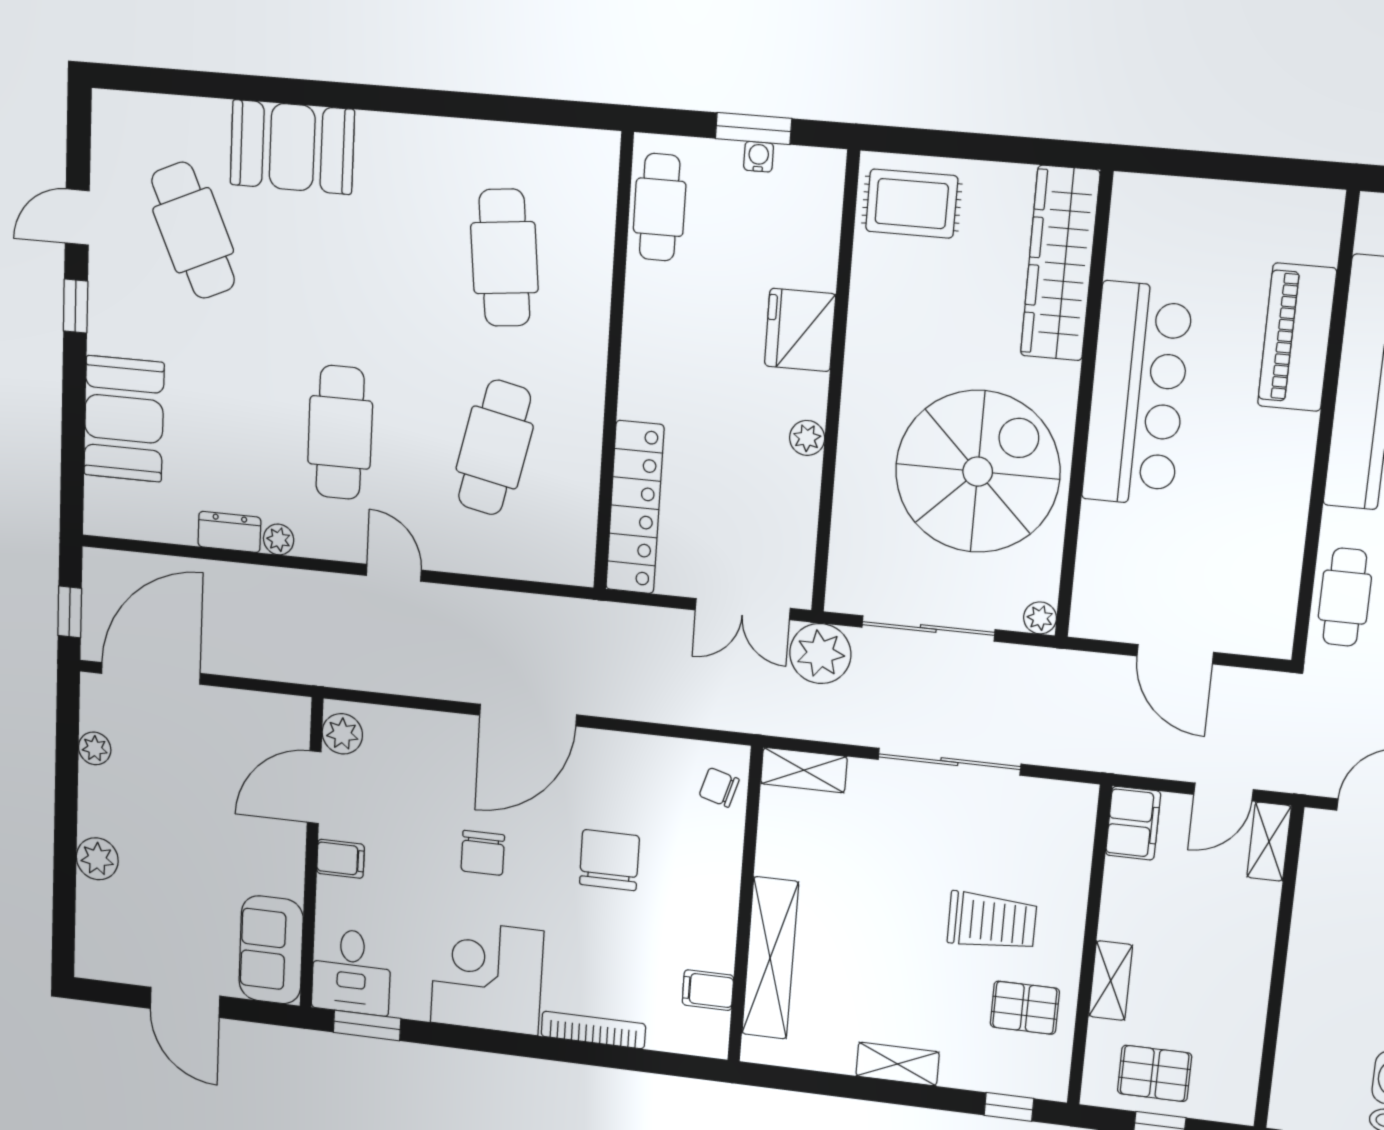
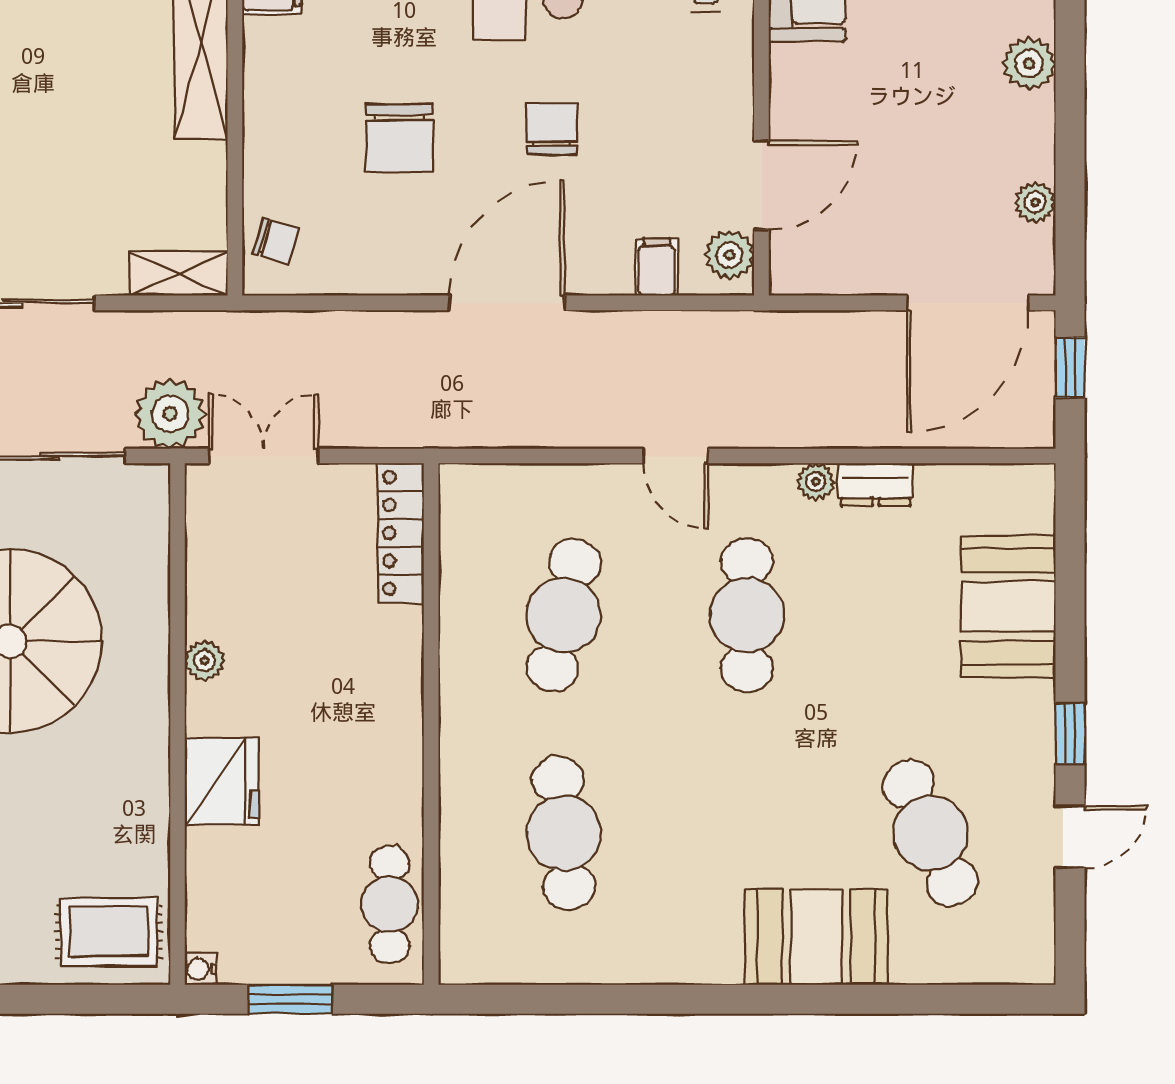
water cooler: (759, 157) -> (201, 969), moved, turned 90
locker: (635, 507) -> (401, 533), width x0.71, depth x0.83
filing cabinet: (340, 859) -> (657, 267), moved, turned 90

